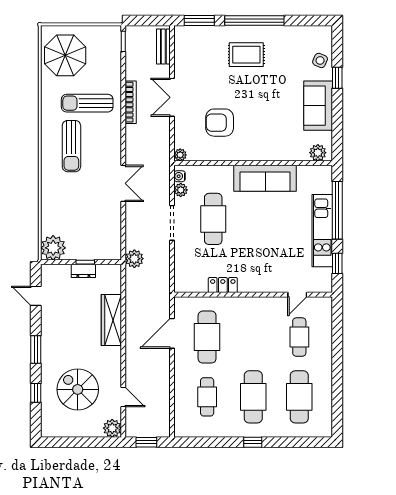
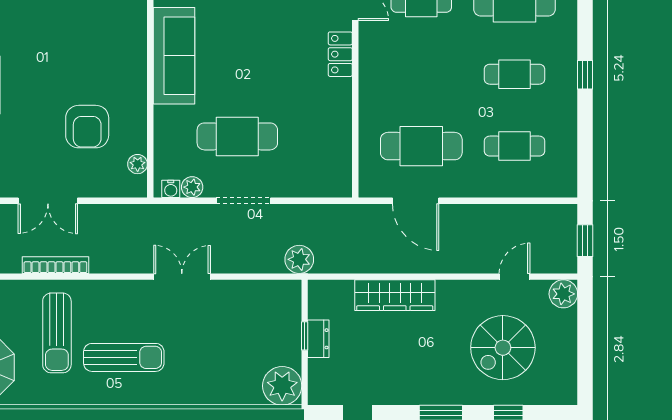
plant: (180, 155) -> (138, 164), moved
locker: (223, 285) -> (340, 54), moved
cafe table: (253, 397) -> (514, 74), width x0.73, depth x0.74

